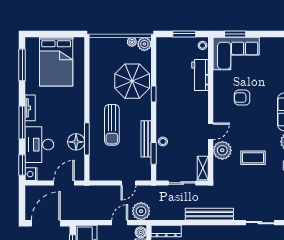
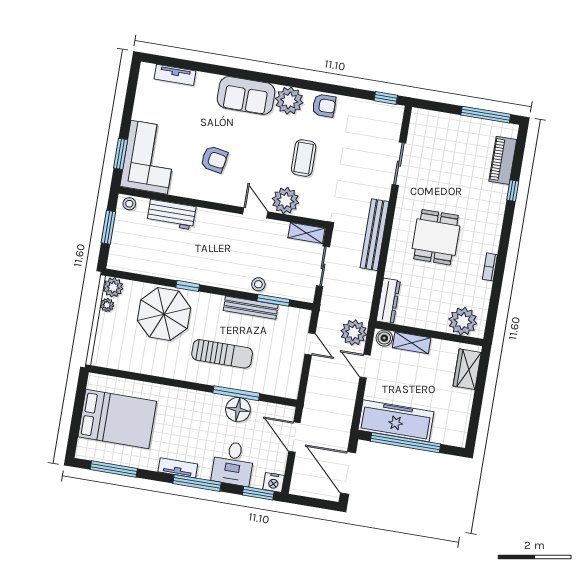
armchair: (242, 98) -> (214, 159), turned -80
desk: (39, 145) -> (233, 463), width x0.73

